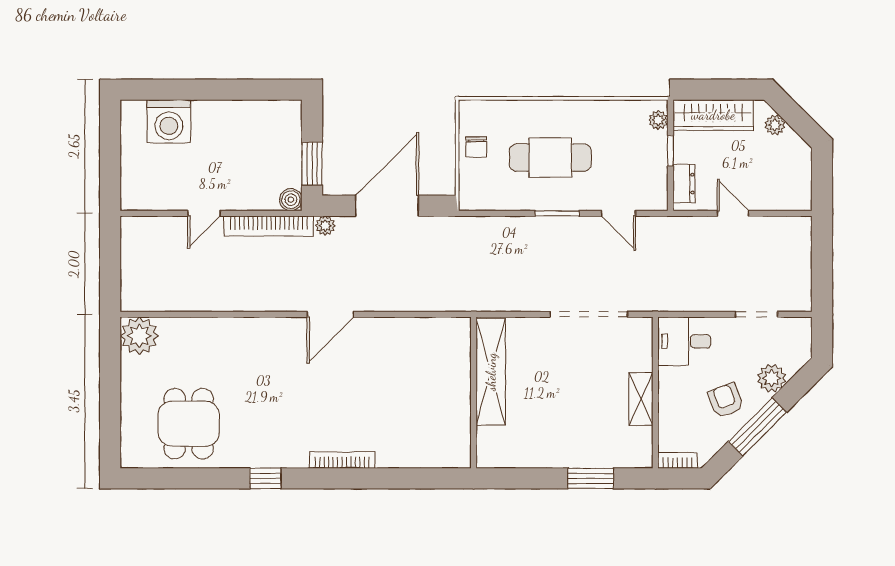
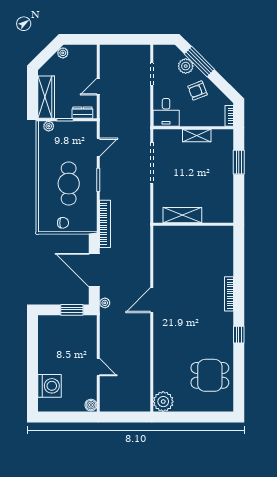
plant: (775, 125) -> (63, 53), moved
boiler: (291, 200) -> (91, 405), moved
bookcase: (269, 226) -> (105, 224), moved
door: (330, 314) -> (152, 300), swing flipped
shelving: (491, 372) -> (182, 215), width x0.68
window: (757, 427) -> (199, 62), moved

